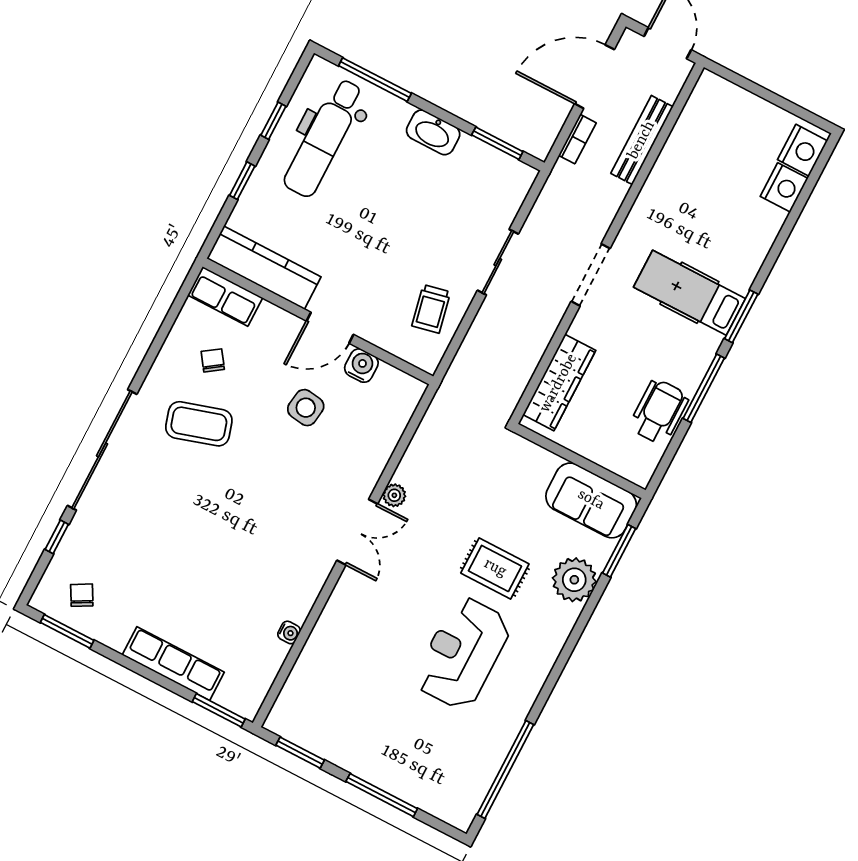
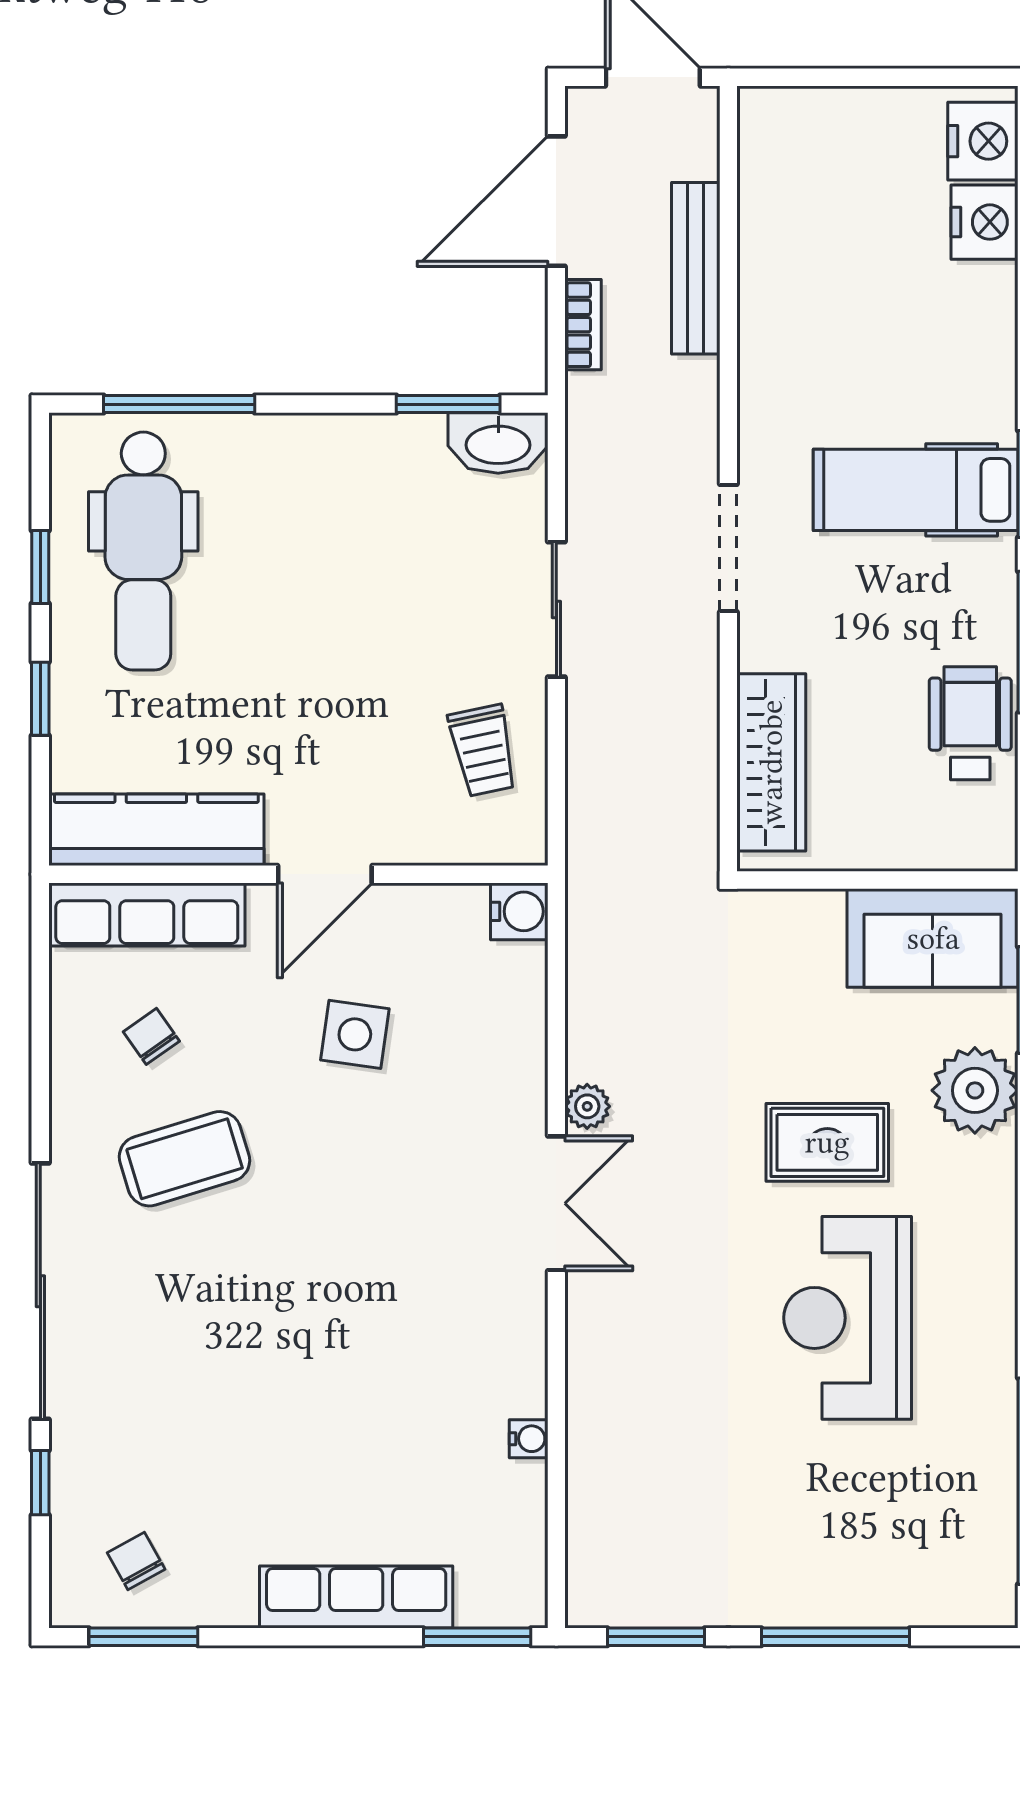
washbasin: (433, 132) -> (498, 443), moved
row of seats: (225, 296) -> (147, 914), width x1.48
water cooler: (361, 366) -> (519, 911), moved, turned 90

